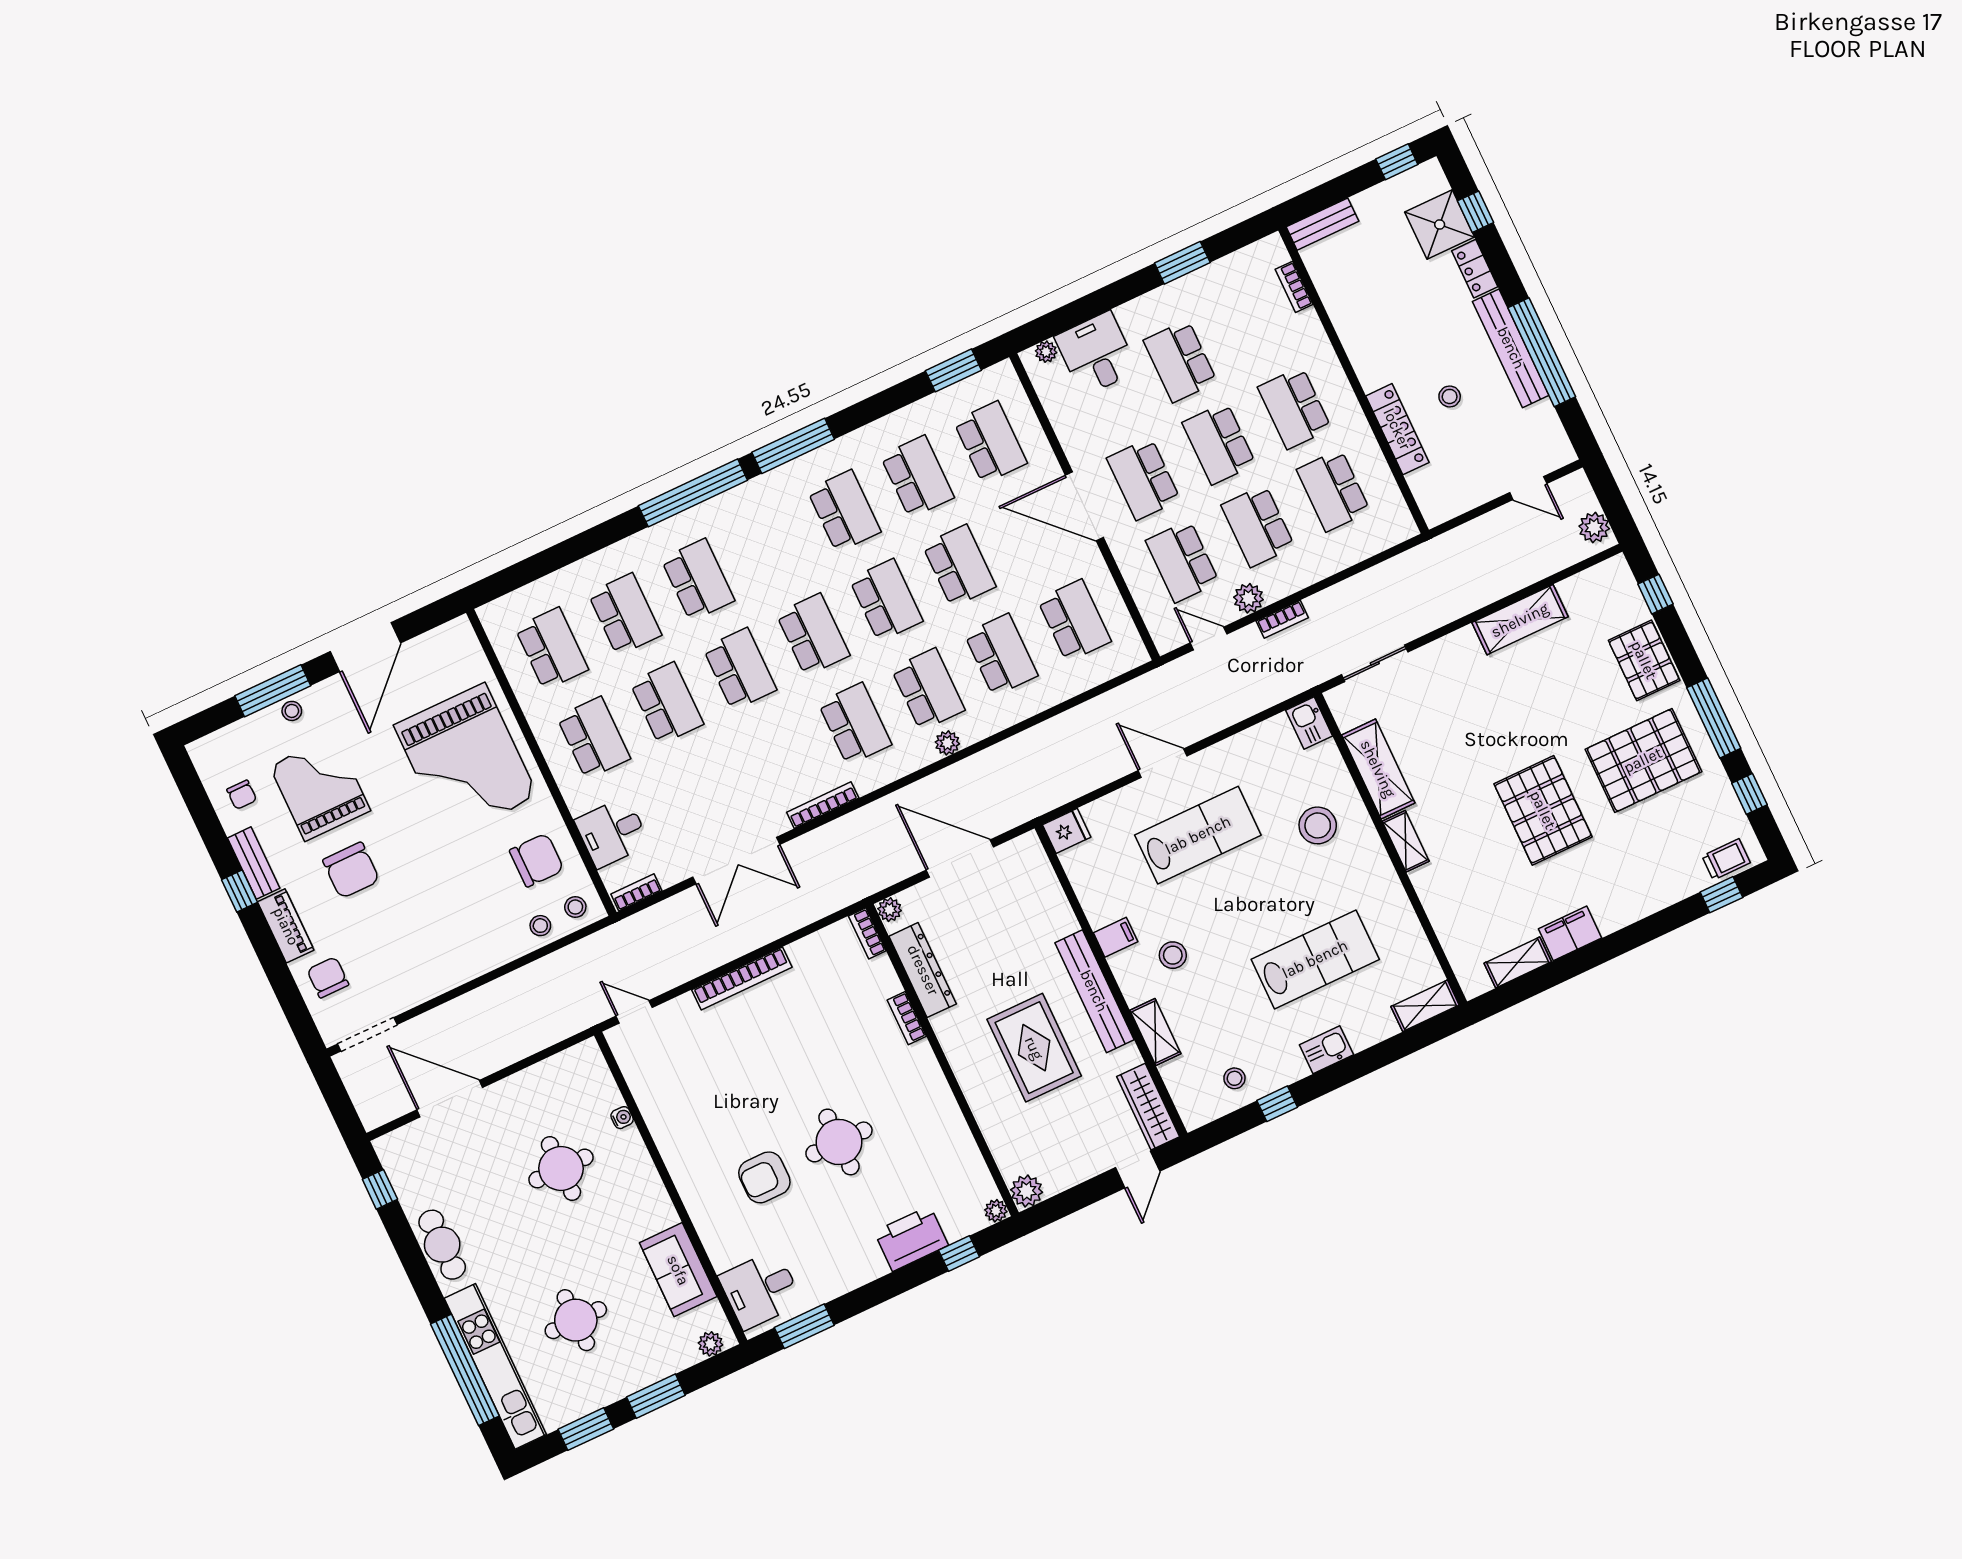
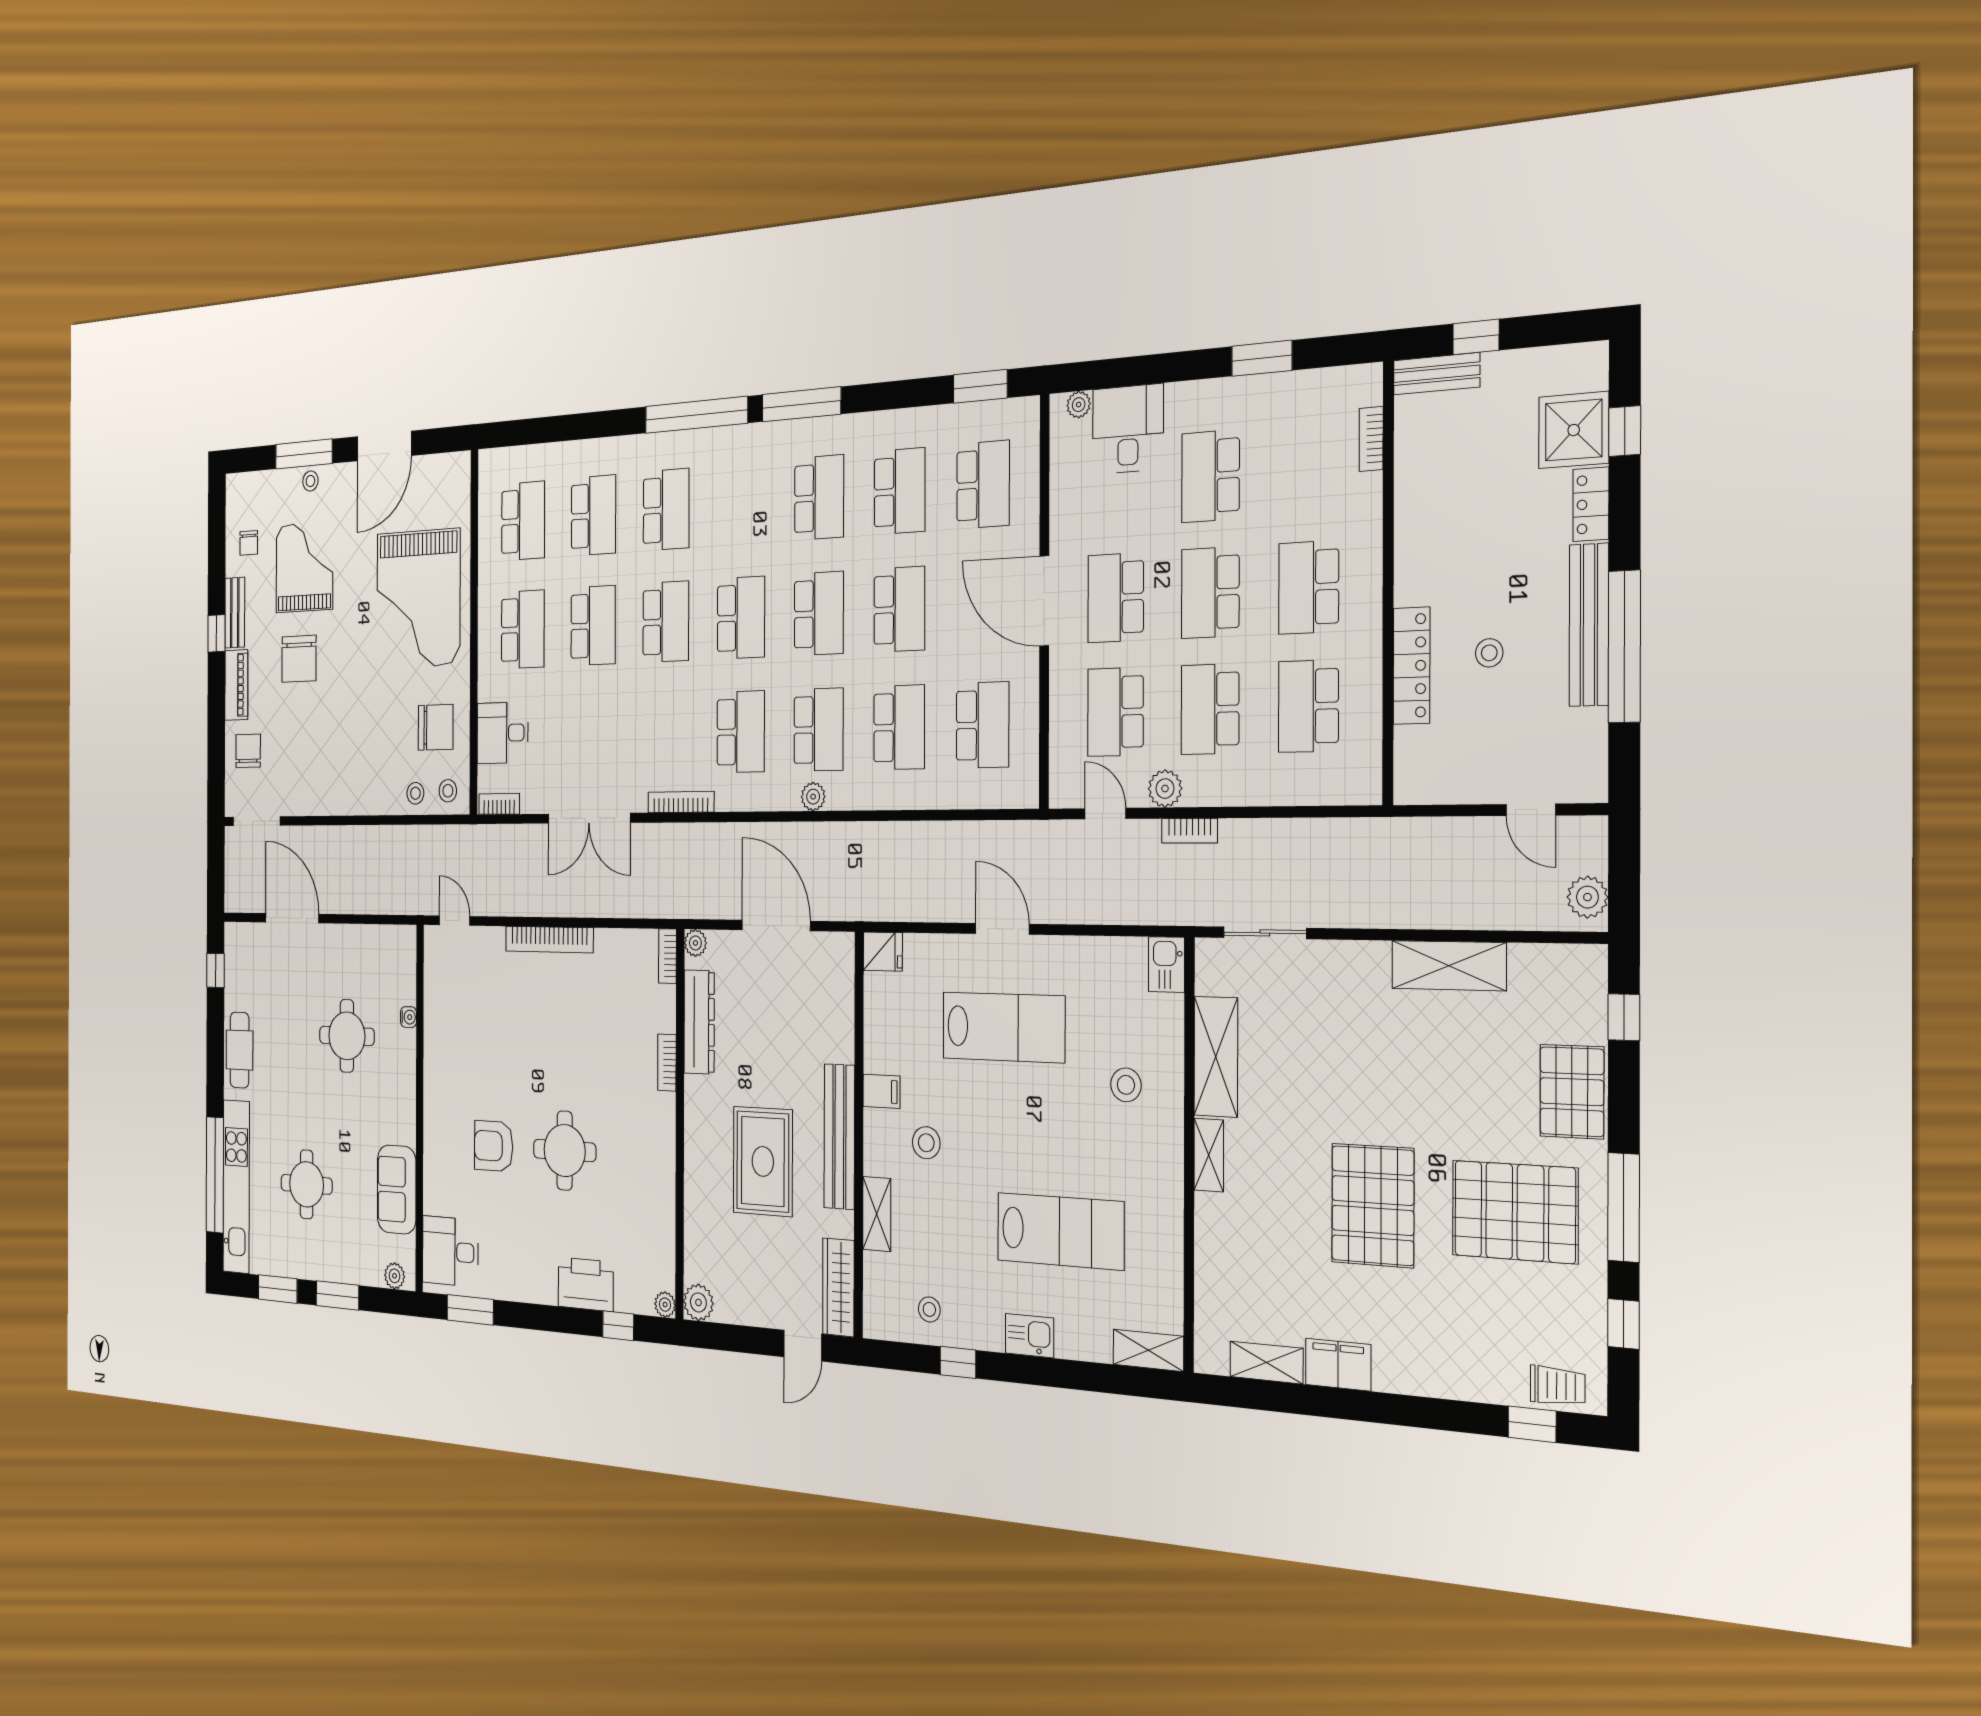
window: (1397, 162) -> (1476, 337), moved
stool: (1318, 825) -> (1126, 1085), width x0.73, depth x0.73

